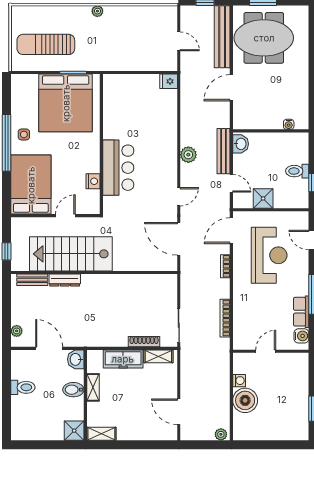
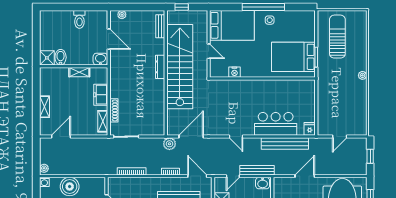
bench: (222, 37) -> (285, 144), moved
door: (231, 88) -> (305, 176), hinge flipped
bed: (66, 103) -> (293, 57), width x0.73
plant: (188, 155) -> (169, 144), moved
bar counter: (118, 168) -> (276, 124), moved, turned 180
door: (179, 197) -> (236, 137), moved
stairs: (71, 254) -> (180, 67), width x1.36
dresser: (65, 280) -> (160, 67), moved
door: (49, 348) -> (109, 39), hinge flipped
freezer: (123, 359) -> (101, 95), width x0.71
washing machine: (239, 381) -> (44, 182), moved
bidet: (73, 390) -> (61, 57), moved
shelving: (101, 434) -> (44, 107), moved

